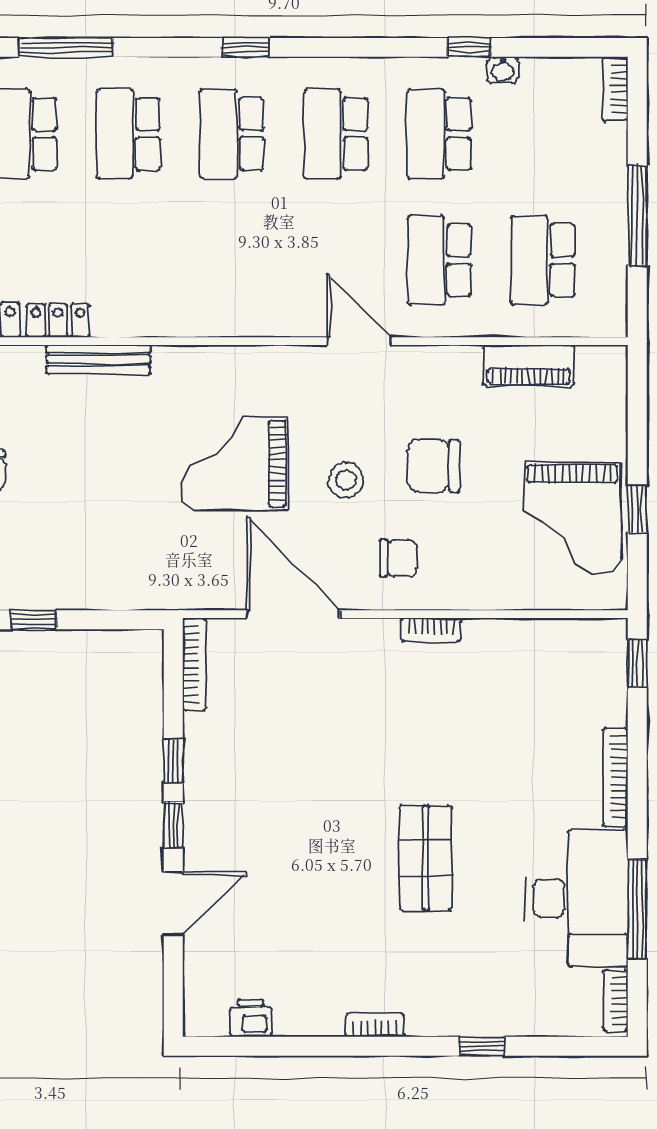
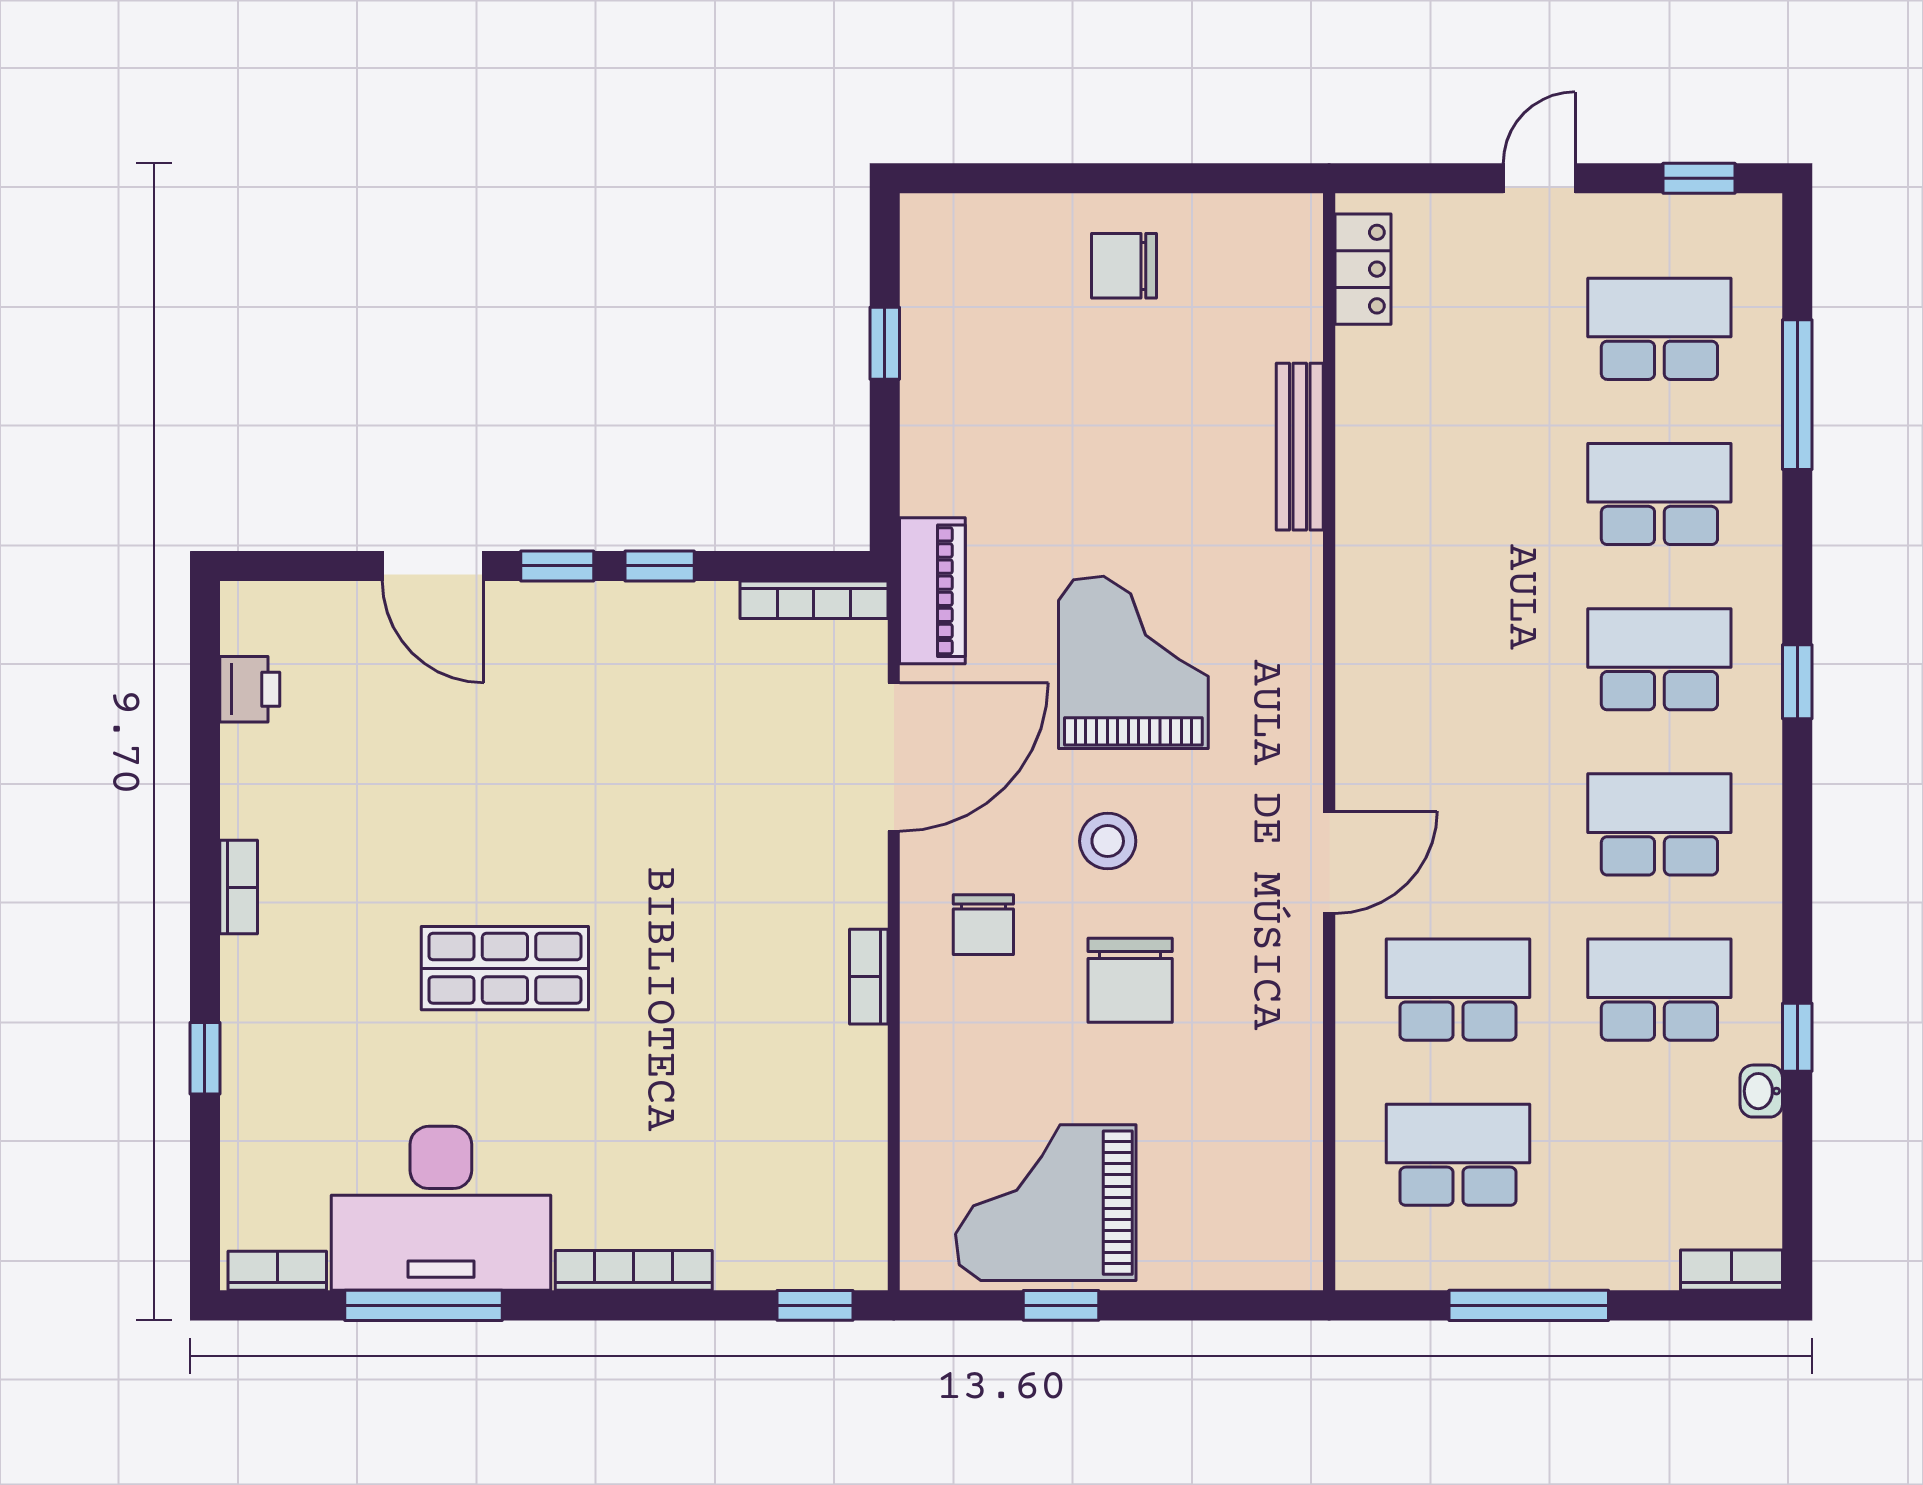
locker: (58, 321) -> (1362, 382), removed
piano: (529, 365) -> (932, 591), moved, turned 180
chair: (433, 466) -> (1130, 980), turned 180

